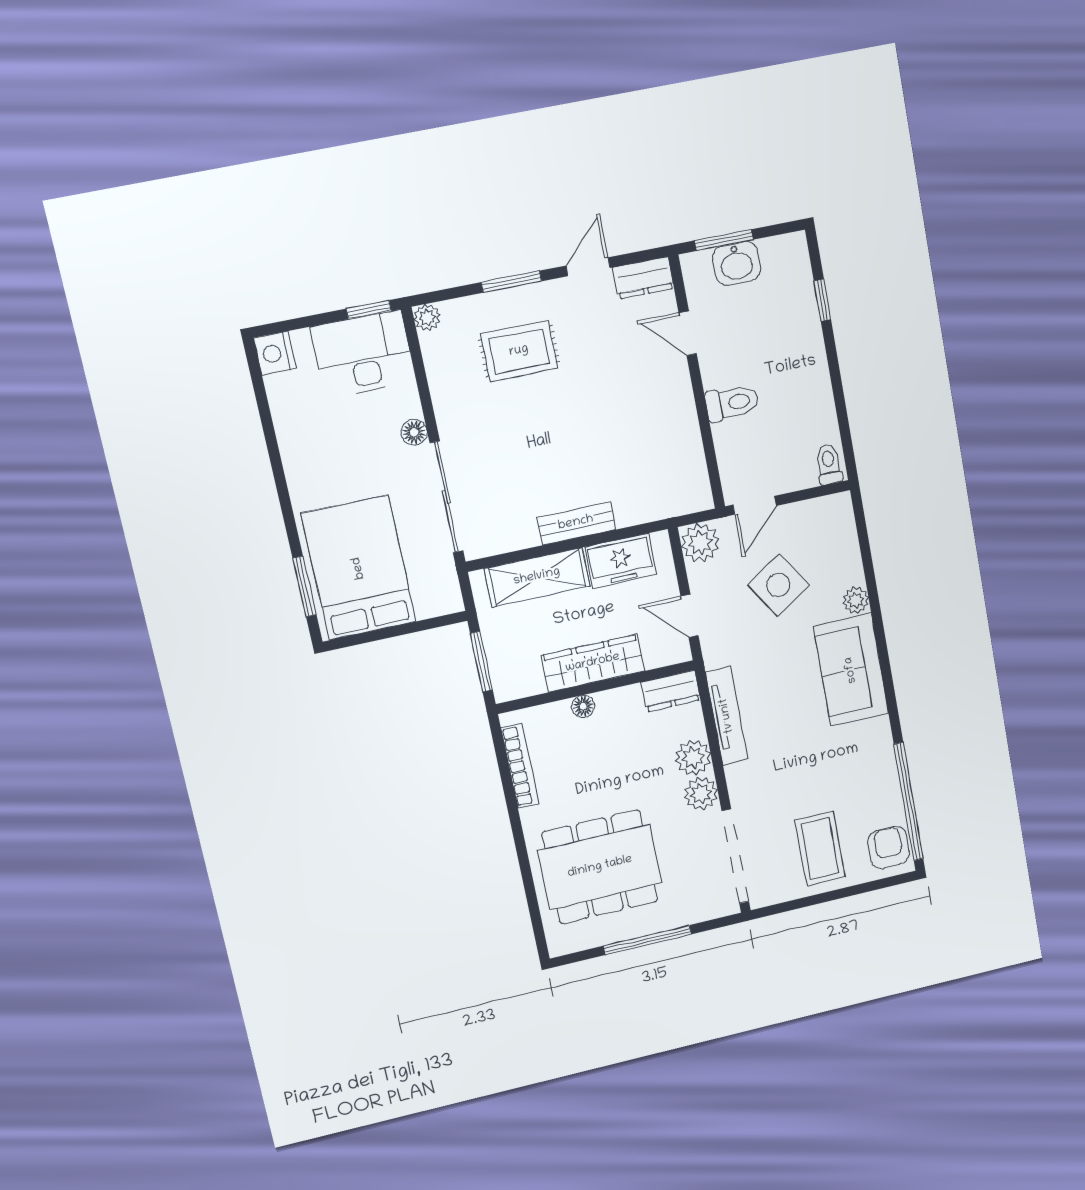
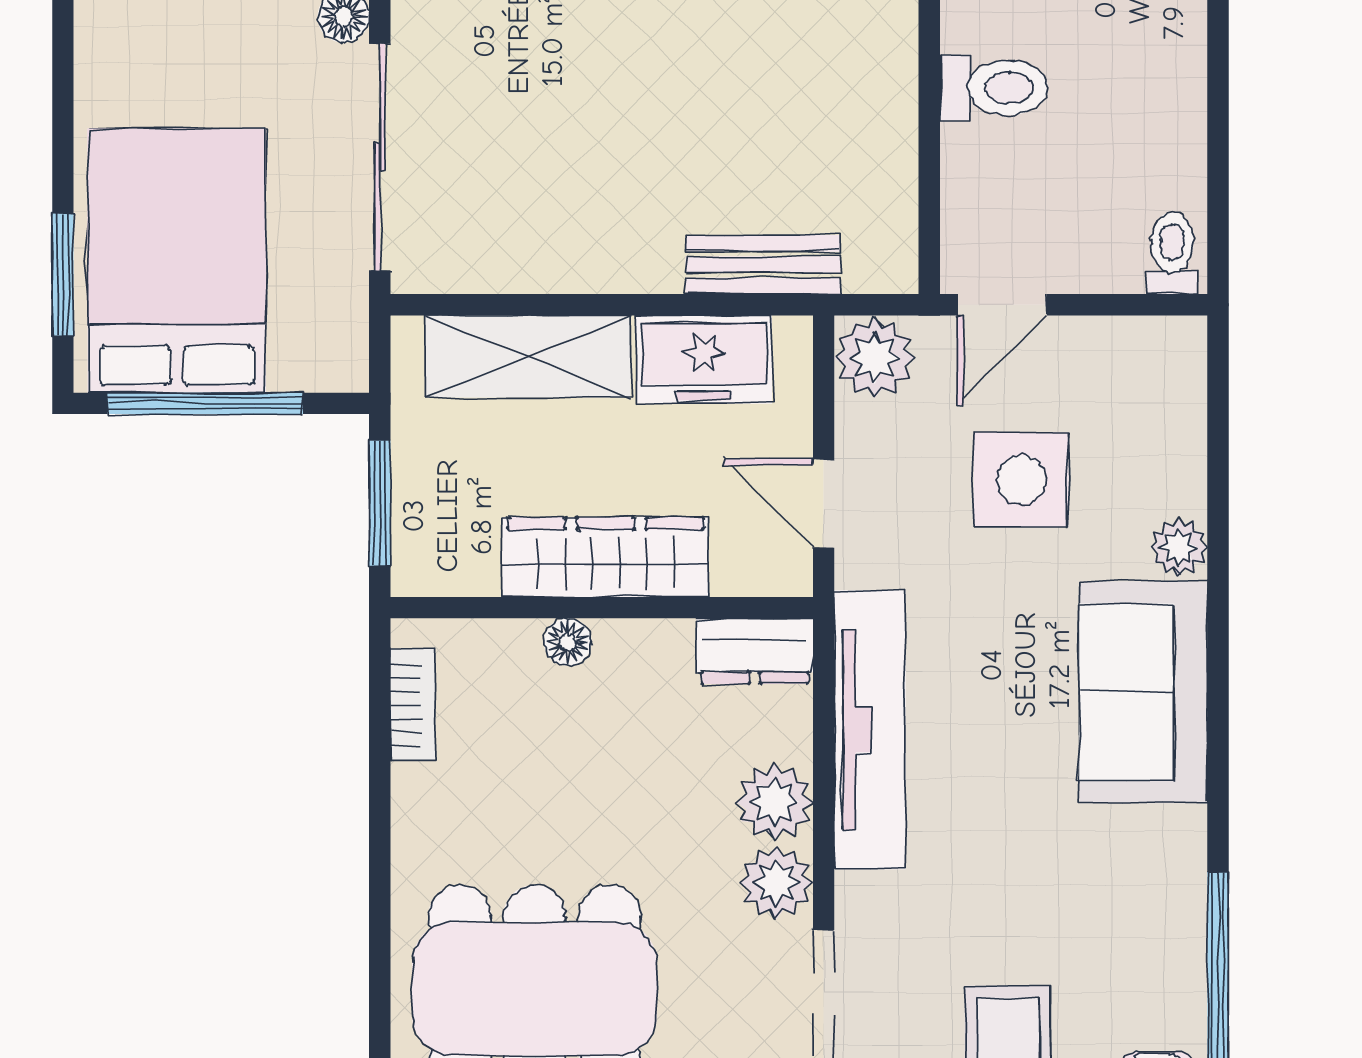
bench: (576, 523) -> (763, 265), moved
side table: (778, 585) -> (1021, 480), turned 33
window: (388, 633) -> (205, 403), added
tv unit: (727, 716) -> (870, 730), width x1.36, depth x1.29
bookcase: (520, 766) -> (413, 705), width x0.64

